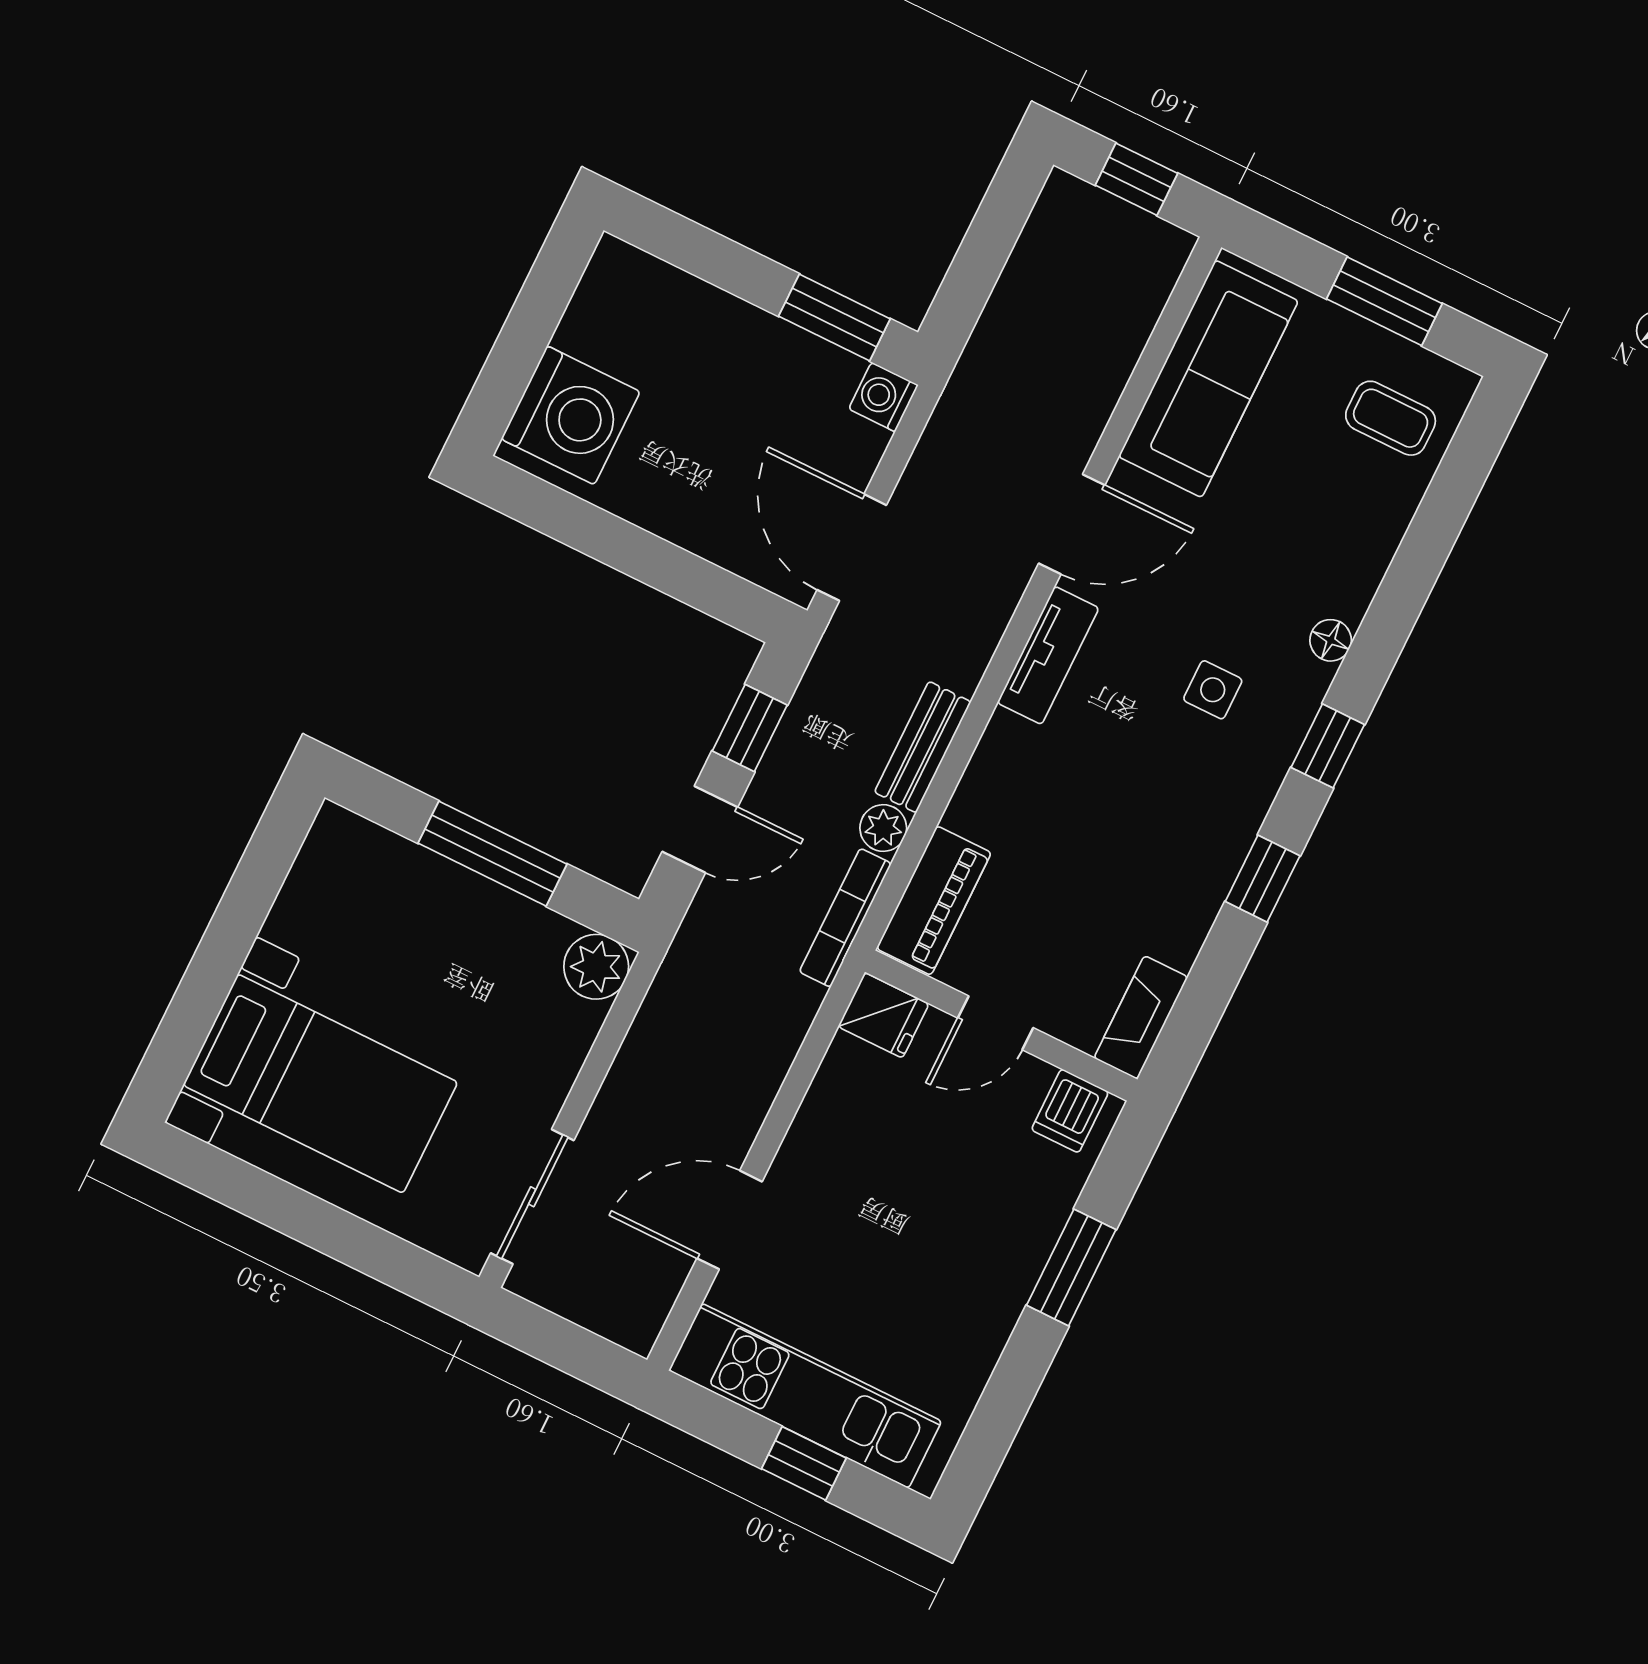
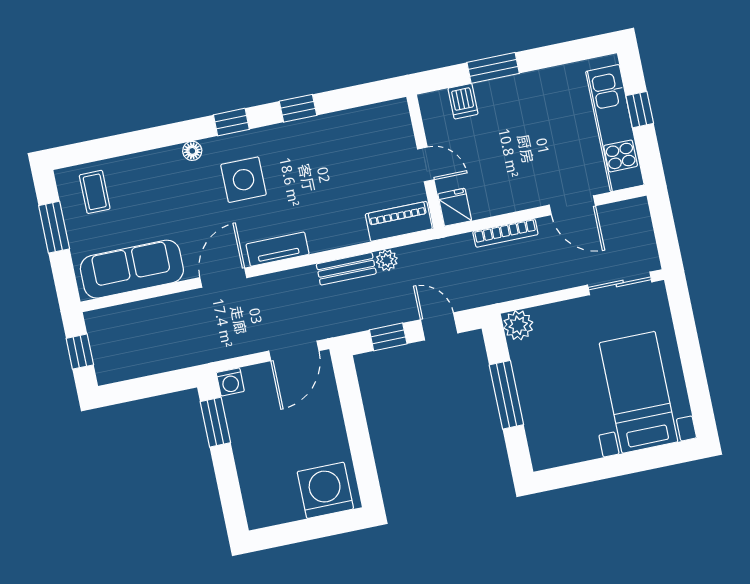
door: (1072, 524) -> (223, 278), hinge flipped
side table: (1213, 690) -> (243, 180), width x1.87, depth x1.87
bookcase: (845, 918) -> (505, 233), moved
fireplace: (1141, 1017) -> (383, 113), removed
dishwasher: (1070, 1111) -> (463, 101), moved, turned 90

